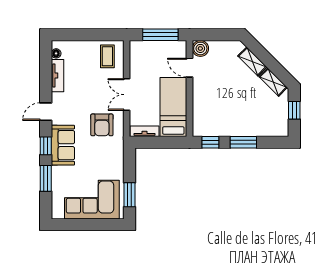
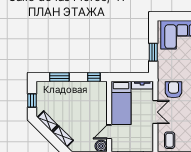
door: (189, 68) -> (109, 132), swing flipped
window: (243, 142) -> (59, 77), moved
window: (129, 195) -> (153, 52), moved

